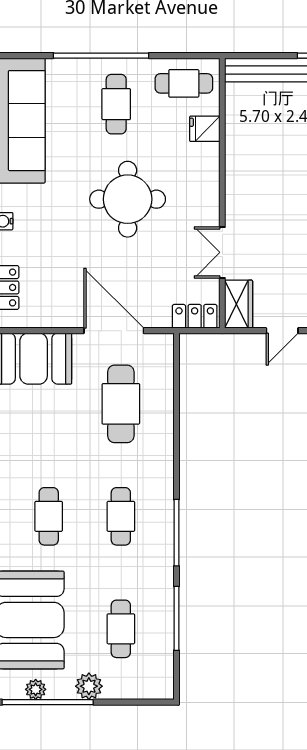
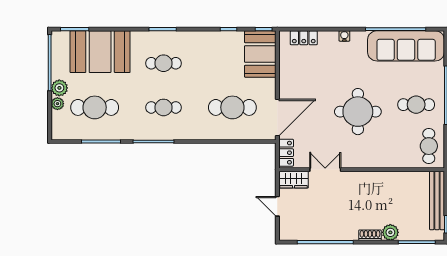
fridge: (205, 129) -> (401, 159), removed
door: (114, 331) -> (277, 118), moved
cafe table: (121, 629) -> (95, 107), width x1.37, depth x1.35
plant: (36, 689) -> (57, 104), moved

